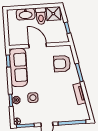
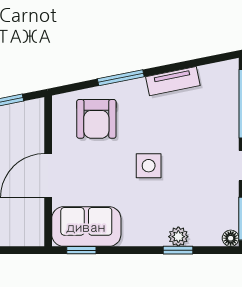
sofa: (18, 67) -> (86, 227), width x0.73
side table: (33, 98) -> (149, 166), moved

